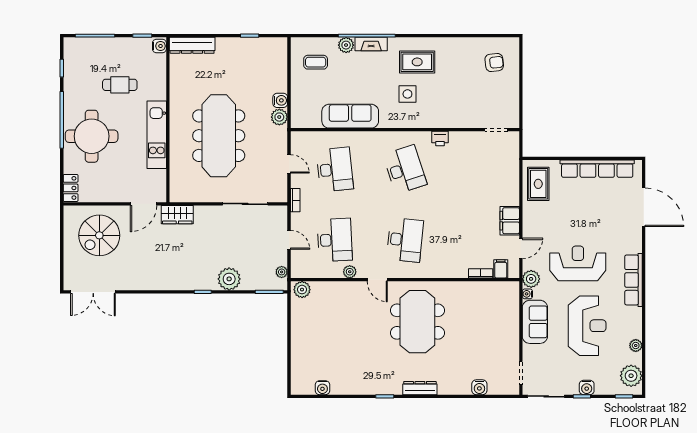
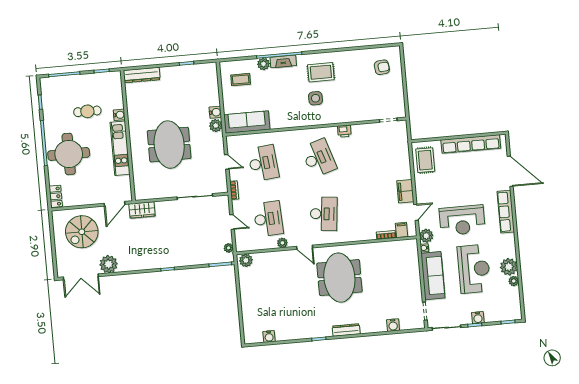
water cooler: (159, 46) -> (119, 115), moved
sofa: (350, 116) -> (247, 122), moved
meeting table: (219, 136) -> (169, 145), width x0.73
reception desk: (578, 263) -> (462, 220), turned 180
plant: (229, 279) -> (108, 264), moved
row of seats: (633, 280) -> (506, 212), moved
sofa: (535, 322) -> (433, 276), width x1.36
plant: (631, 376) -> (509, 267), moved

